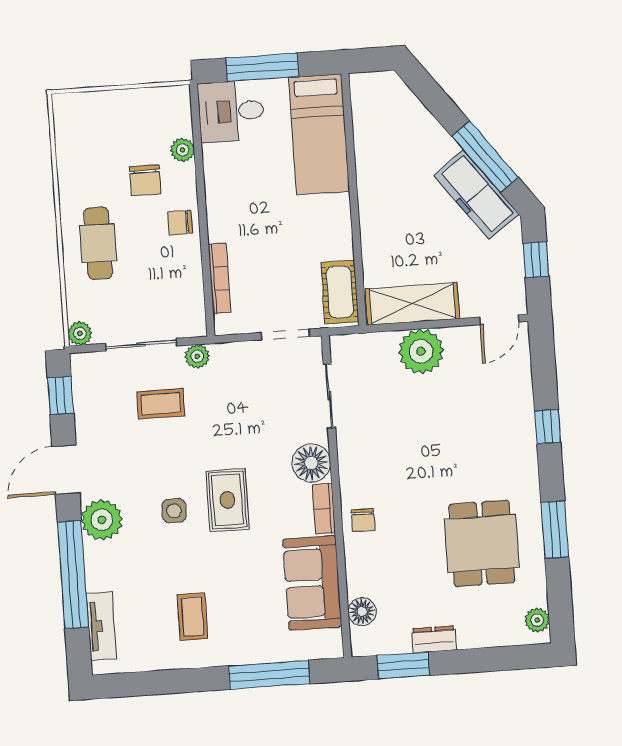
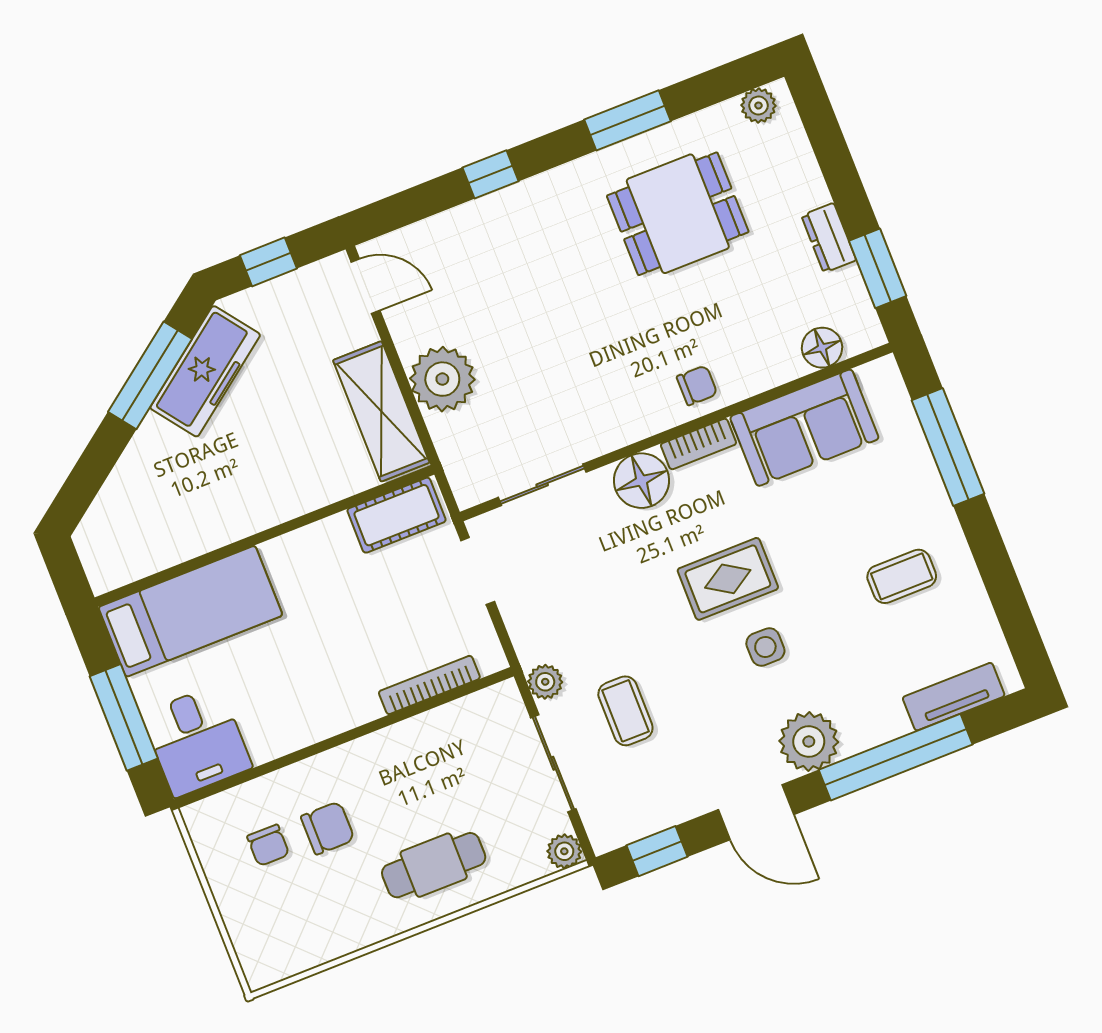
plant: (183, 150) -> (270, 790), removed
chair: (180, 223) -> (268, 845), moved

